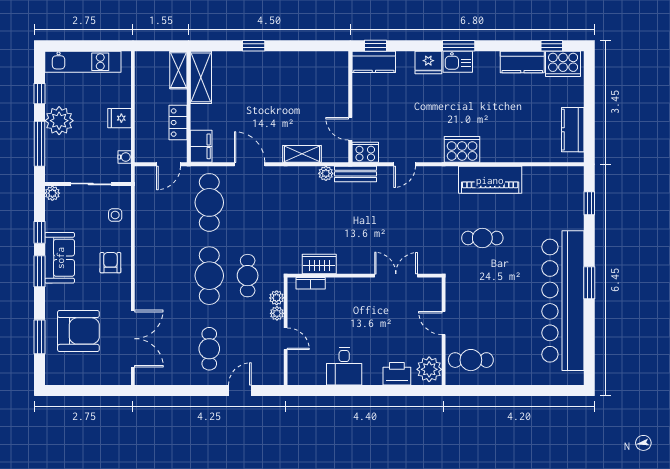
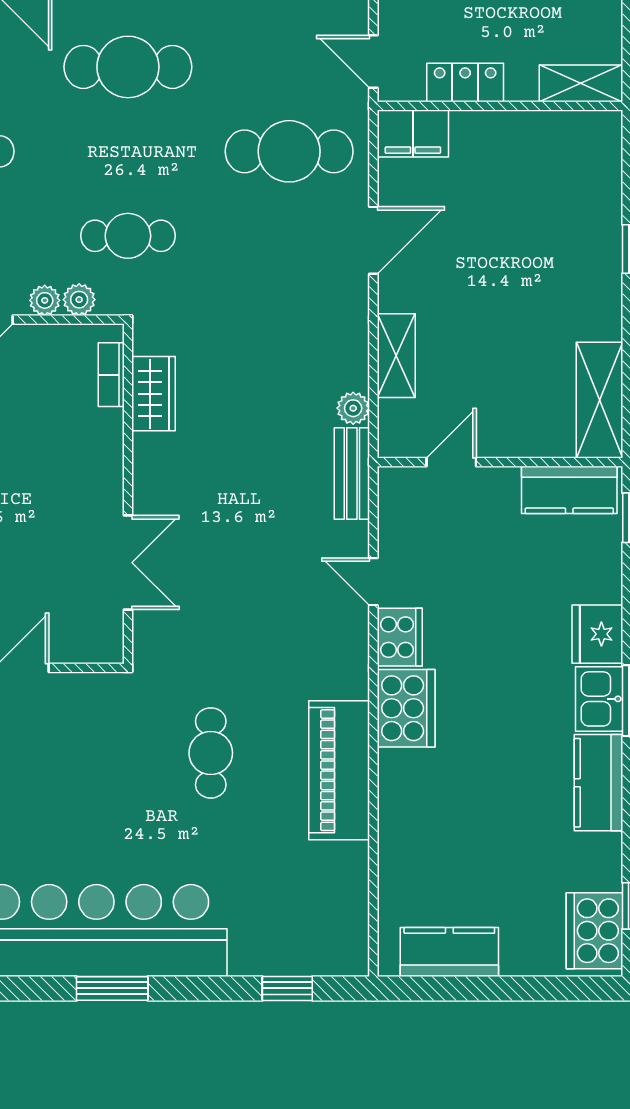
kitchen counter: (374, 62) -> (569, 490), moved, turned -90
kitchen counter: (522, 62) -> (599, 783), moved
shelving: (201, 77) -> (599, 400), moved, turned 90
cooker: (365, 152) -> (400, 637), moved
cafe table: (209, 276) -> (128, 67), moved

